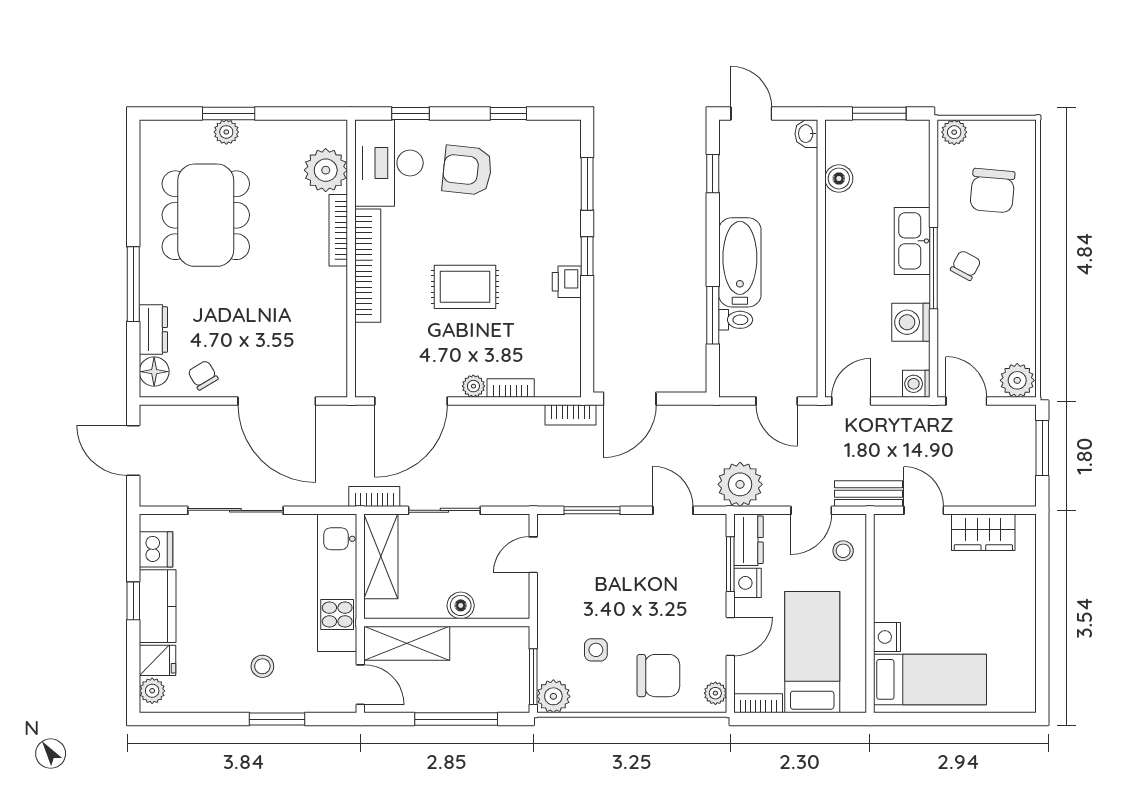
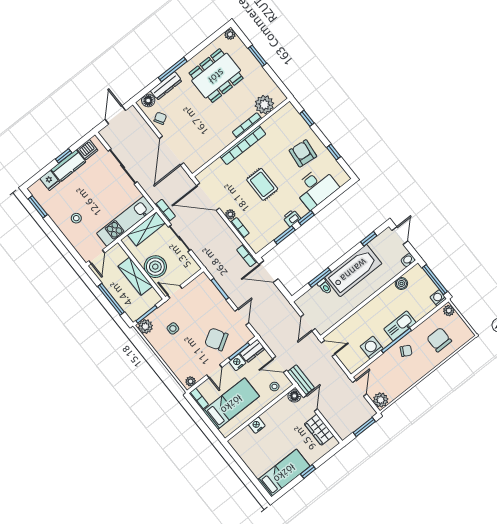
window: (879, 113) -> (435, 280), width x1.44
plant: (226, 132) -> (230, 34), moved
desk: (389, 163) -> (316, 188), moved, turned 180
window: (587, 184) -> (285, 235), moved
chair: (992, 191) -> (439, 340), turned 85
bathtub: (740, 262) -> (353, 270), width x1.36, depth x1.36
dresser: (153, 330) -> (166, 86), width x1.44
washing machine: (916, 384) -> (438, 298), moved
plant: (740, 484) -> (269, 333), removed
floor lamp: (888, 528) -> (294, 396), added
door: (533, 555) -> (175, 292), moved
boiler: (461, 605) -> (155, 267), width x1.86, depth x1.86
window: (1042, 611) -> (308, 471), added
door: (730, 636) -> (214, 371), hinge flipped
shelving: (407, 643) -> (135, 276), moved
chair: (658, 676) -> (216, 339), moved, turned 149
bed: (930, 679) -> (284, 473), moved, turned -90
plant: (152, 691) -> (38, 187), removed
window: (277, 719) -> (38, 207), moved

